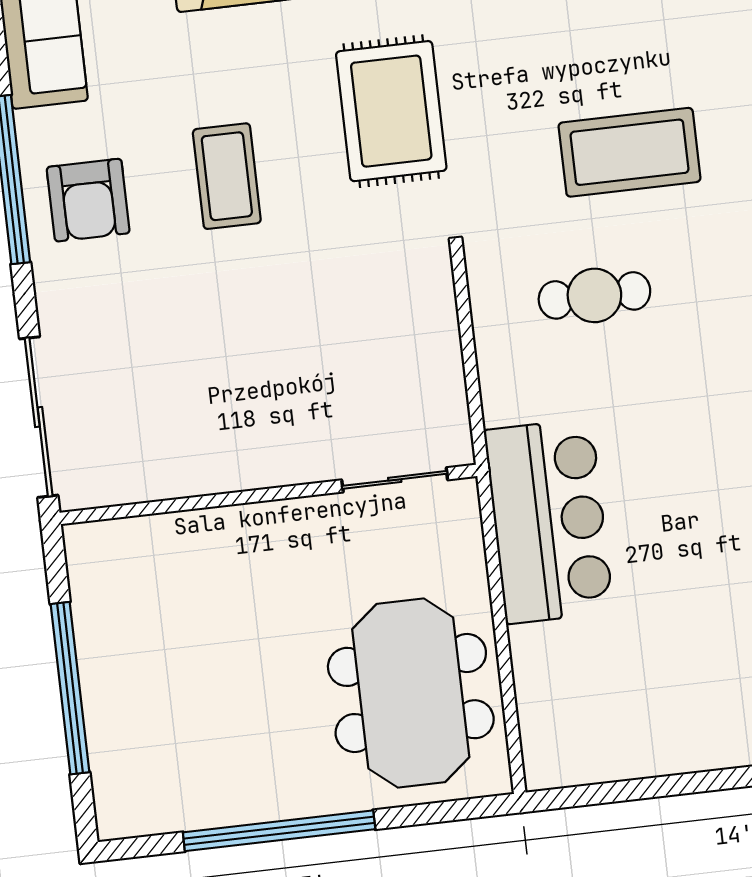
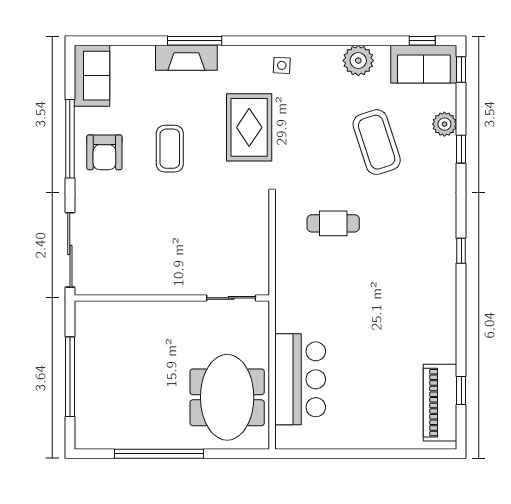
coffee table: (630, 152) -> (377, 142), moved, turned 72
bar counter: (549, 521) -> (300, 379), moved

